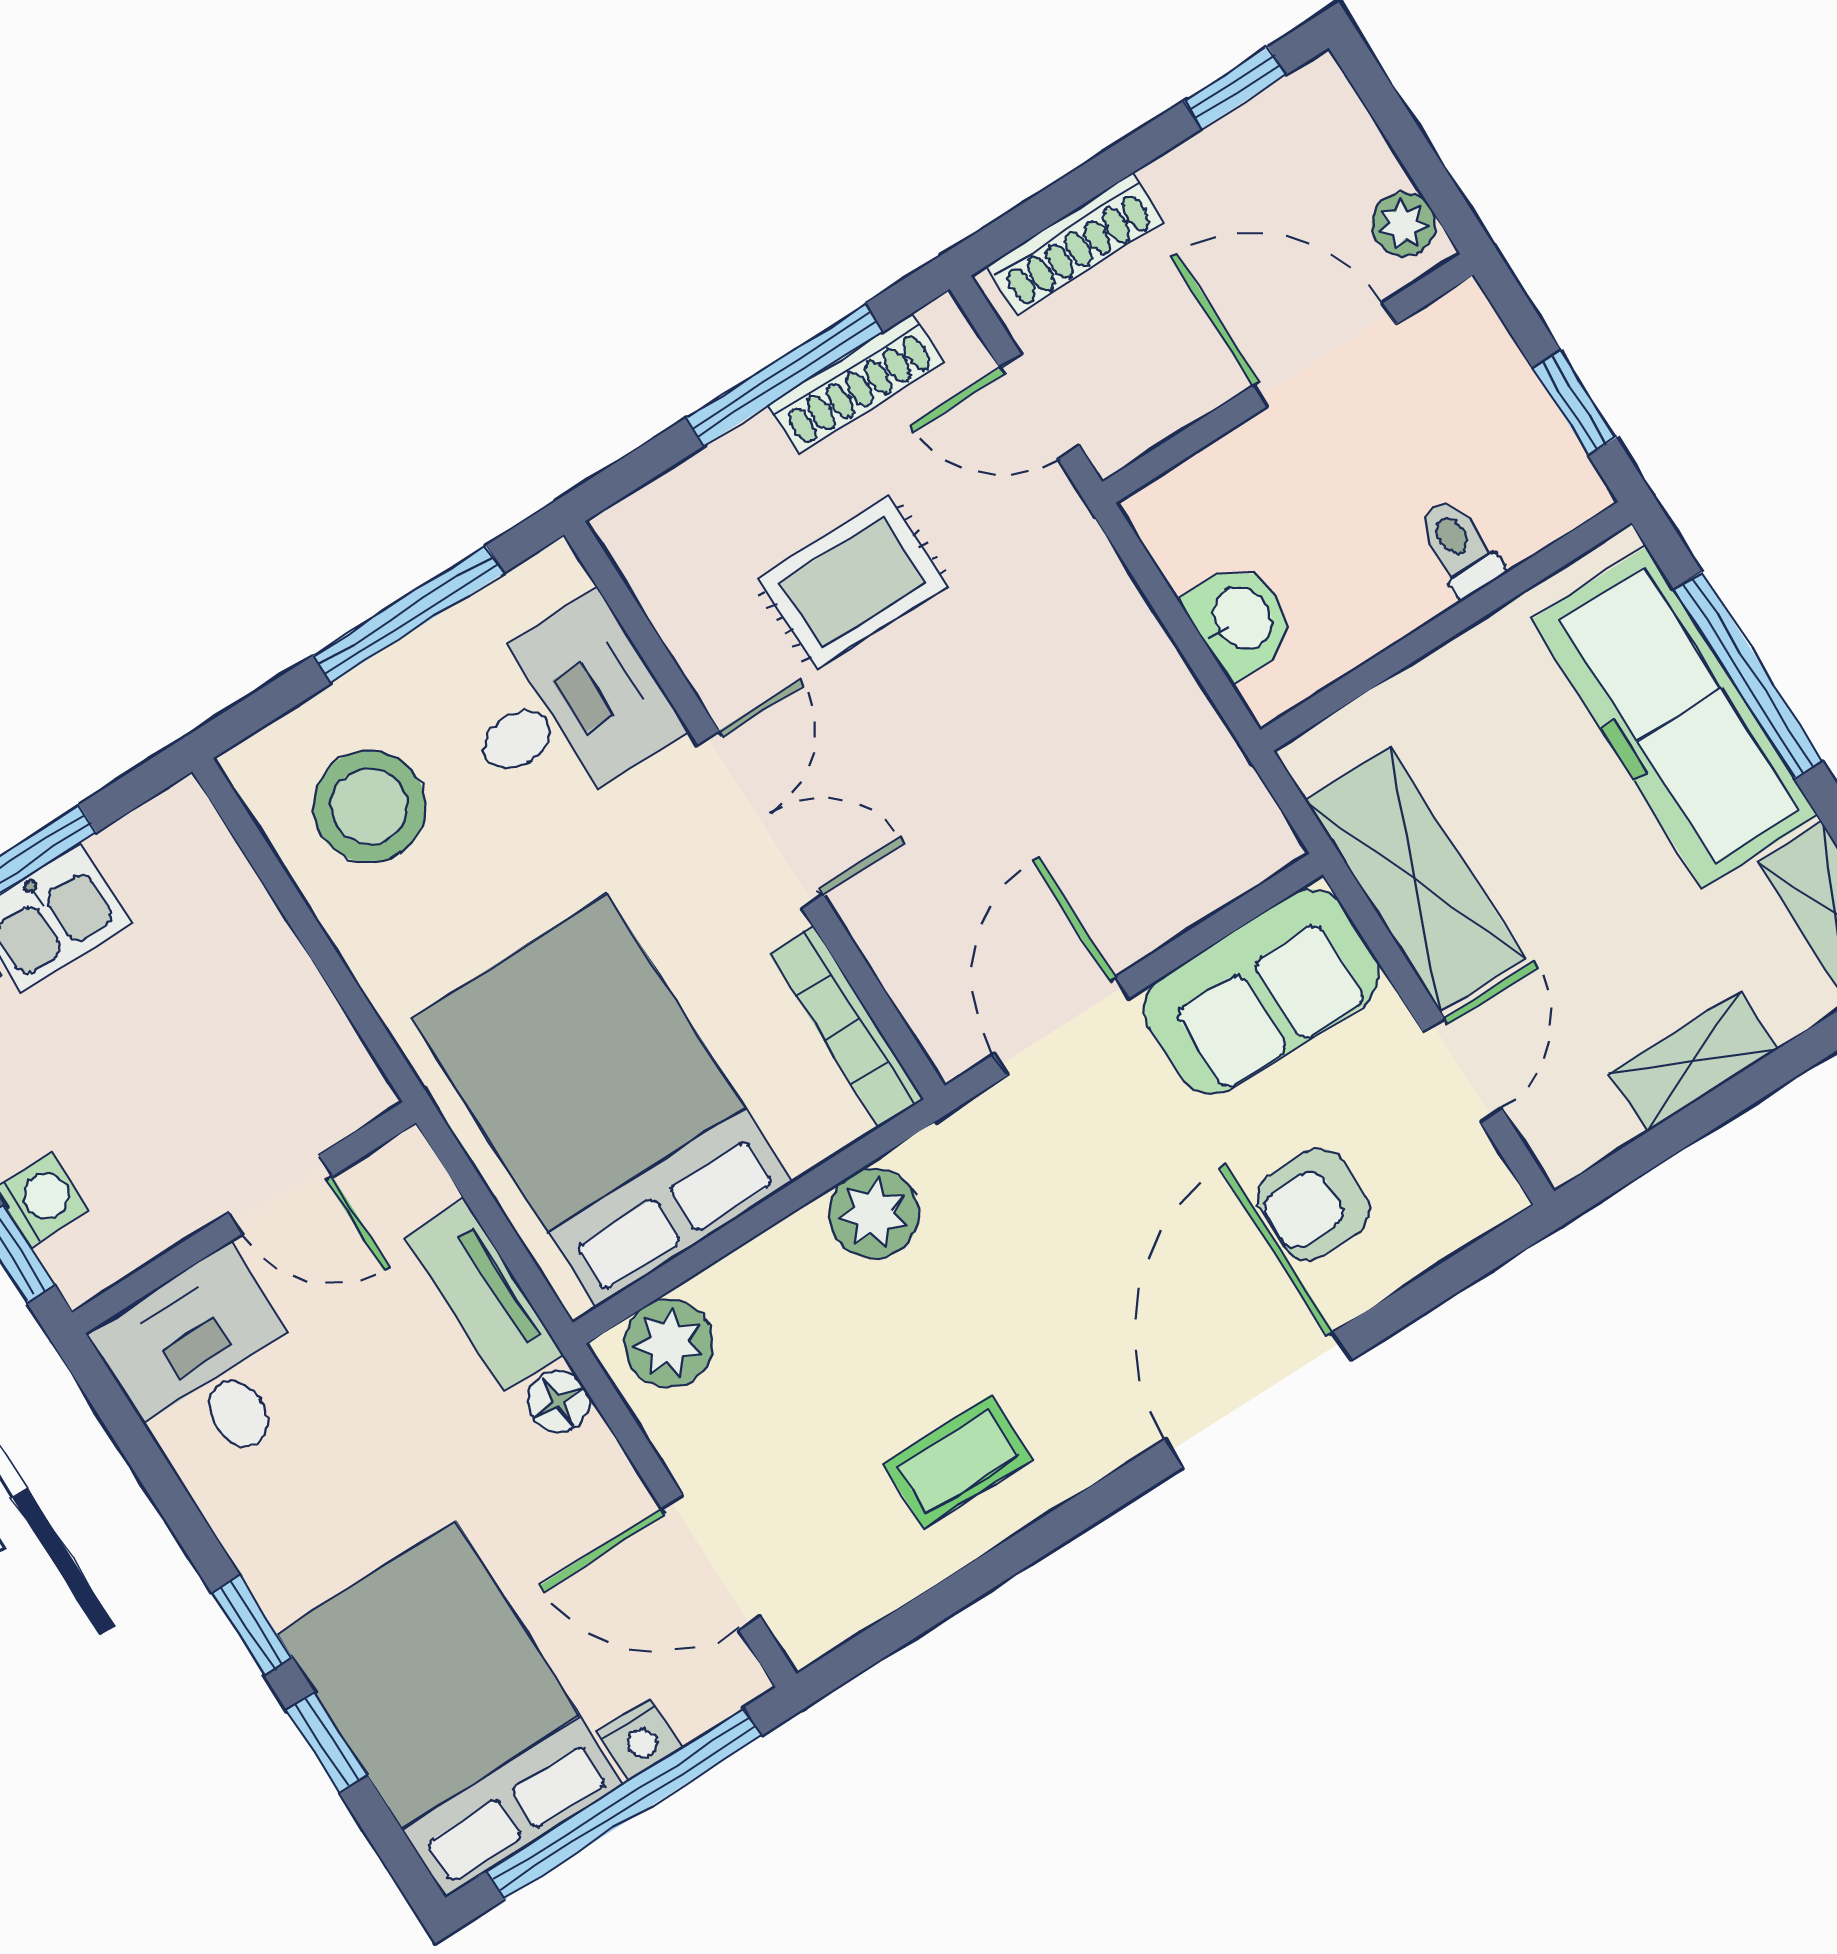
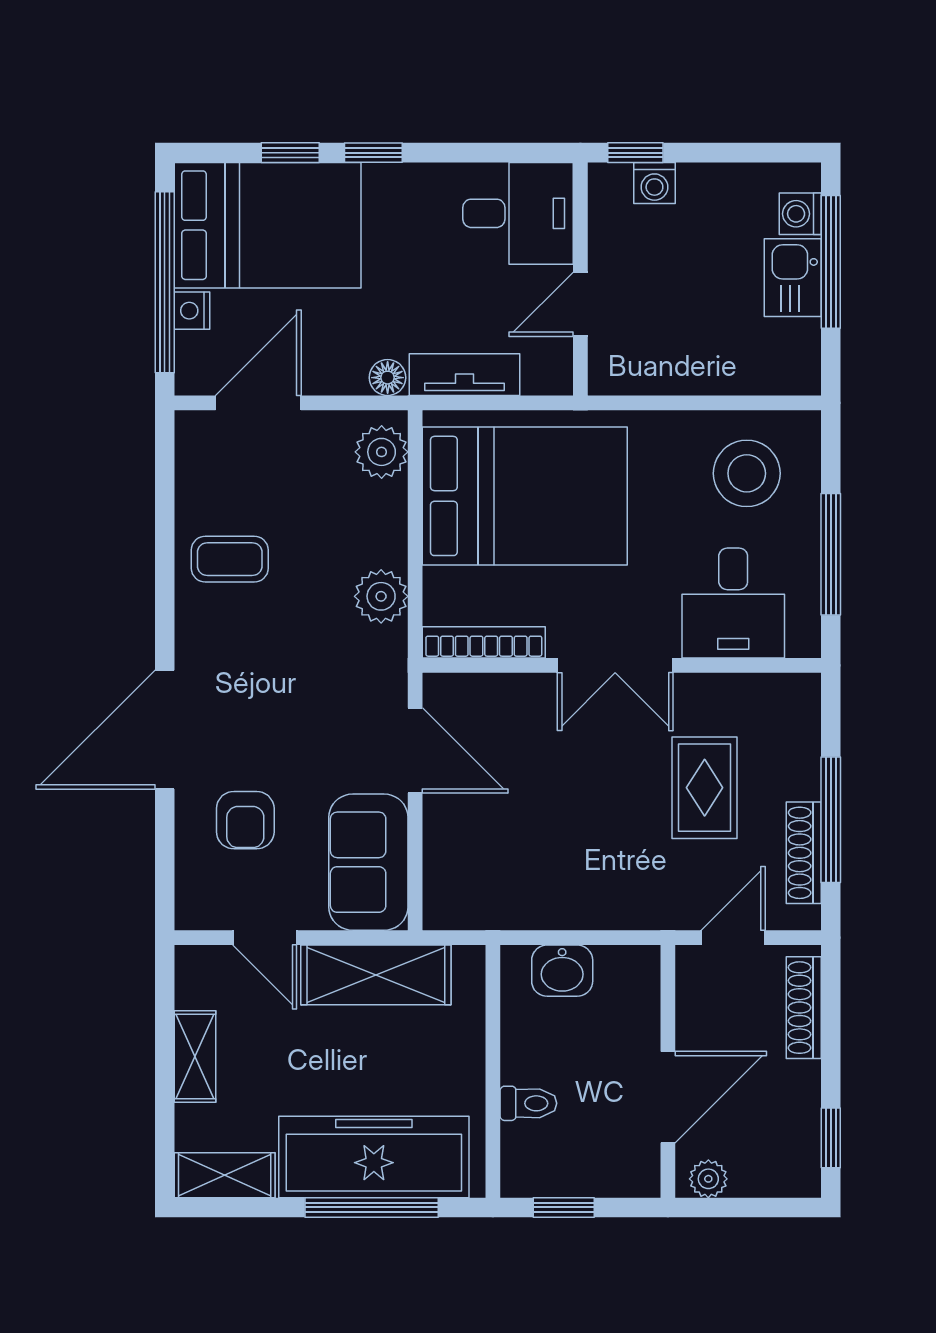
armchair: (1313, 1204) -> (245, 820), turned 180
door: (1258, 1400) -> (165, 730), swing flipped
coffee table: (958, 1461) -> (230, 559), turned 90

